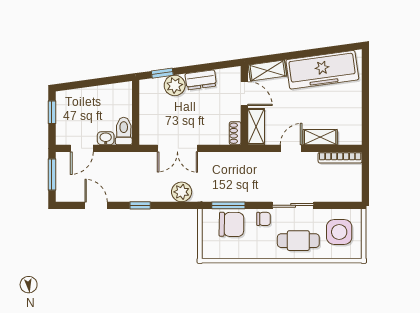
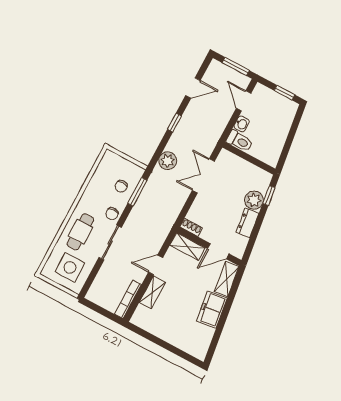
freezer: (322, 70) -> (212, 310), width x0.52, depth x0.79
door: (291, 148) -> (156, 265), swing flipped
chair: (231, 224) -> (121, 186), width x0.54, depth x0.54

